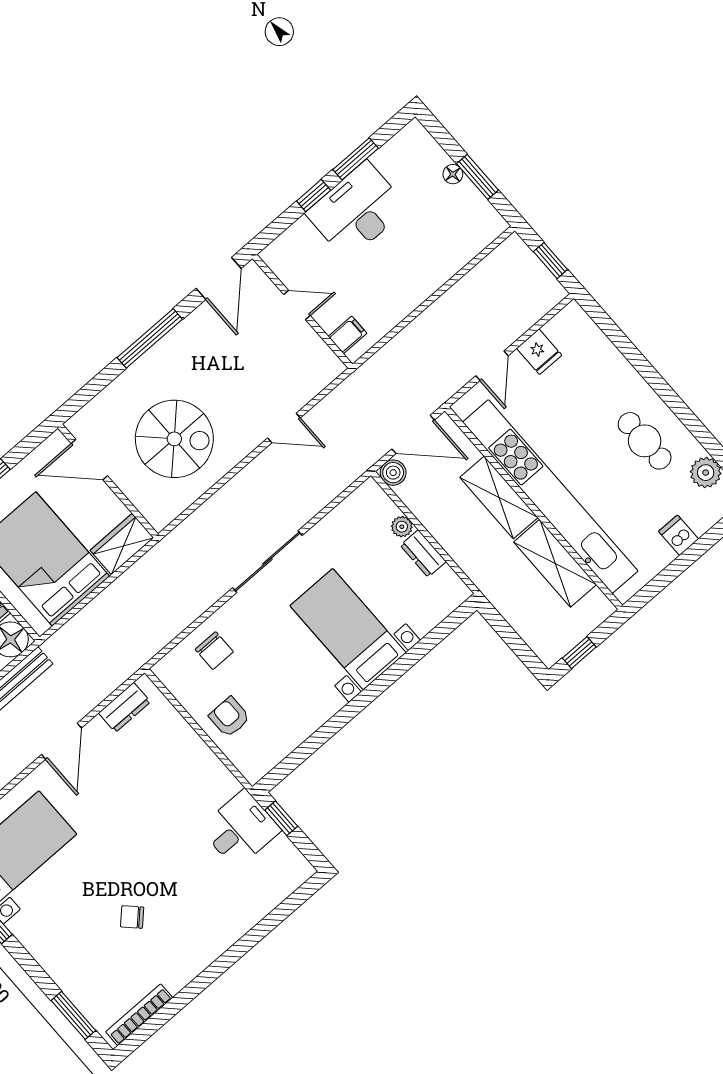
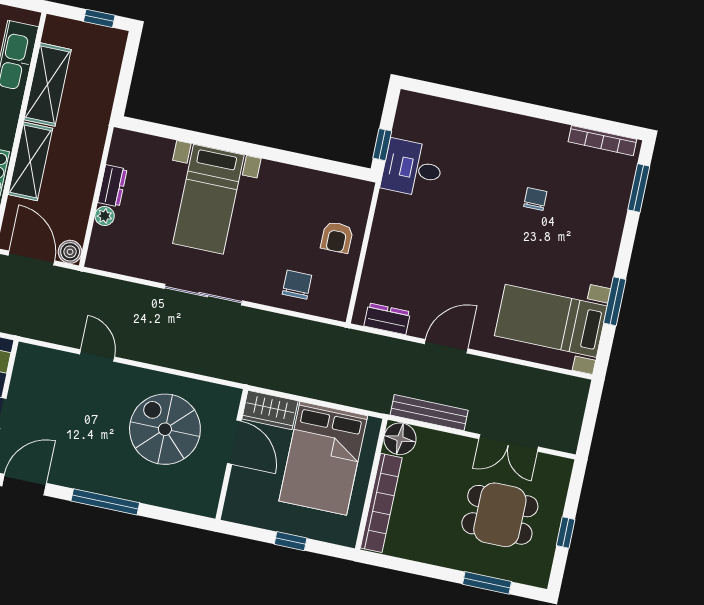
door: (89, 460) -> (234, 442), moved
chair: (132, 917) -> (535, 199), turned -135

